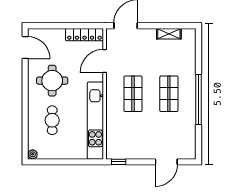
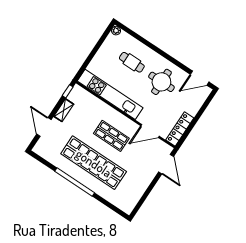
shelving: (169, 34) -> (64, 110), moved
door: (105, 61) -> (150, 131), swing flipped
shop shelf: (169, 94) -> (94, 163), width x2.00, depth x1.36

